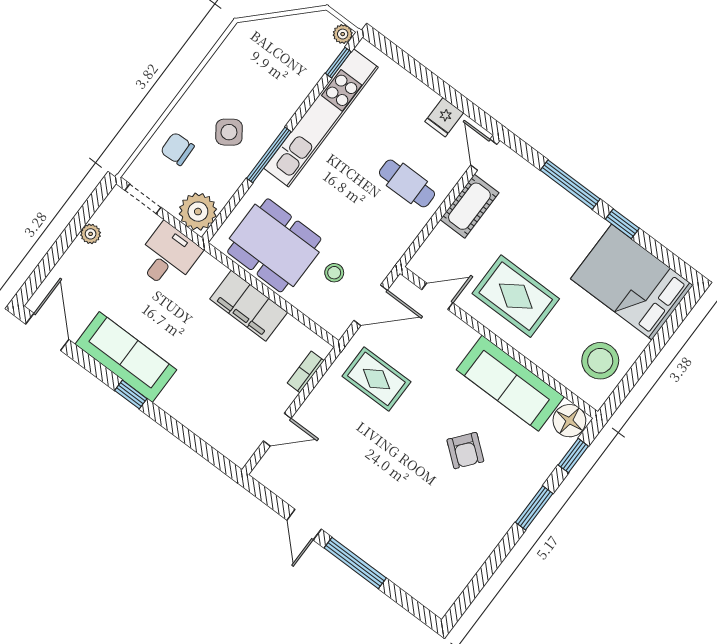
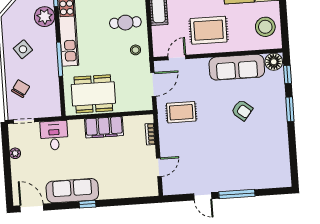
side table: (229, 132) -> (23, 49), moved
chair: (177, 149) -> (21, 89), turned 127
plant: (198, 212) -> (45, 17), moved
stool: (334, 273) -> (136, 50), moved

